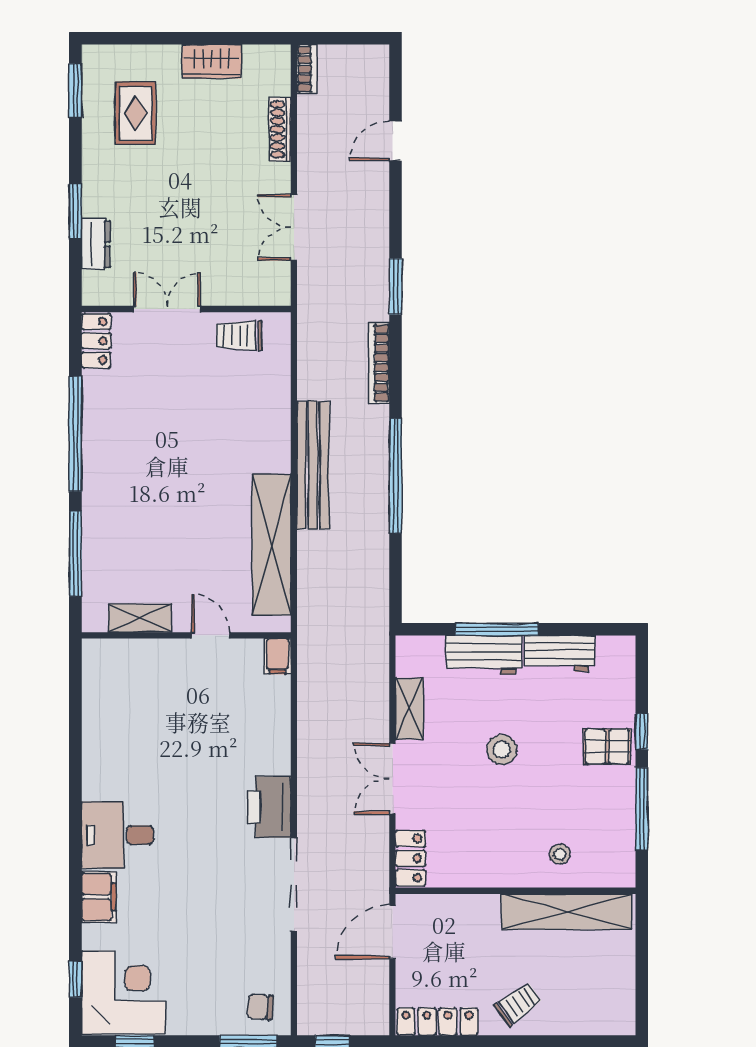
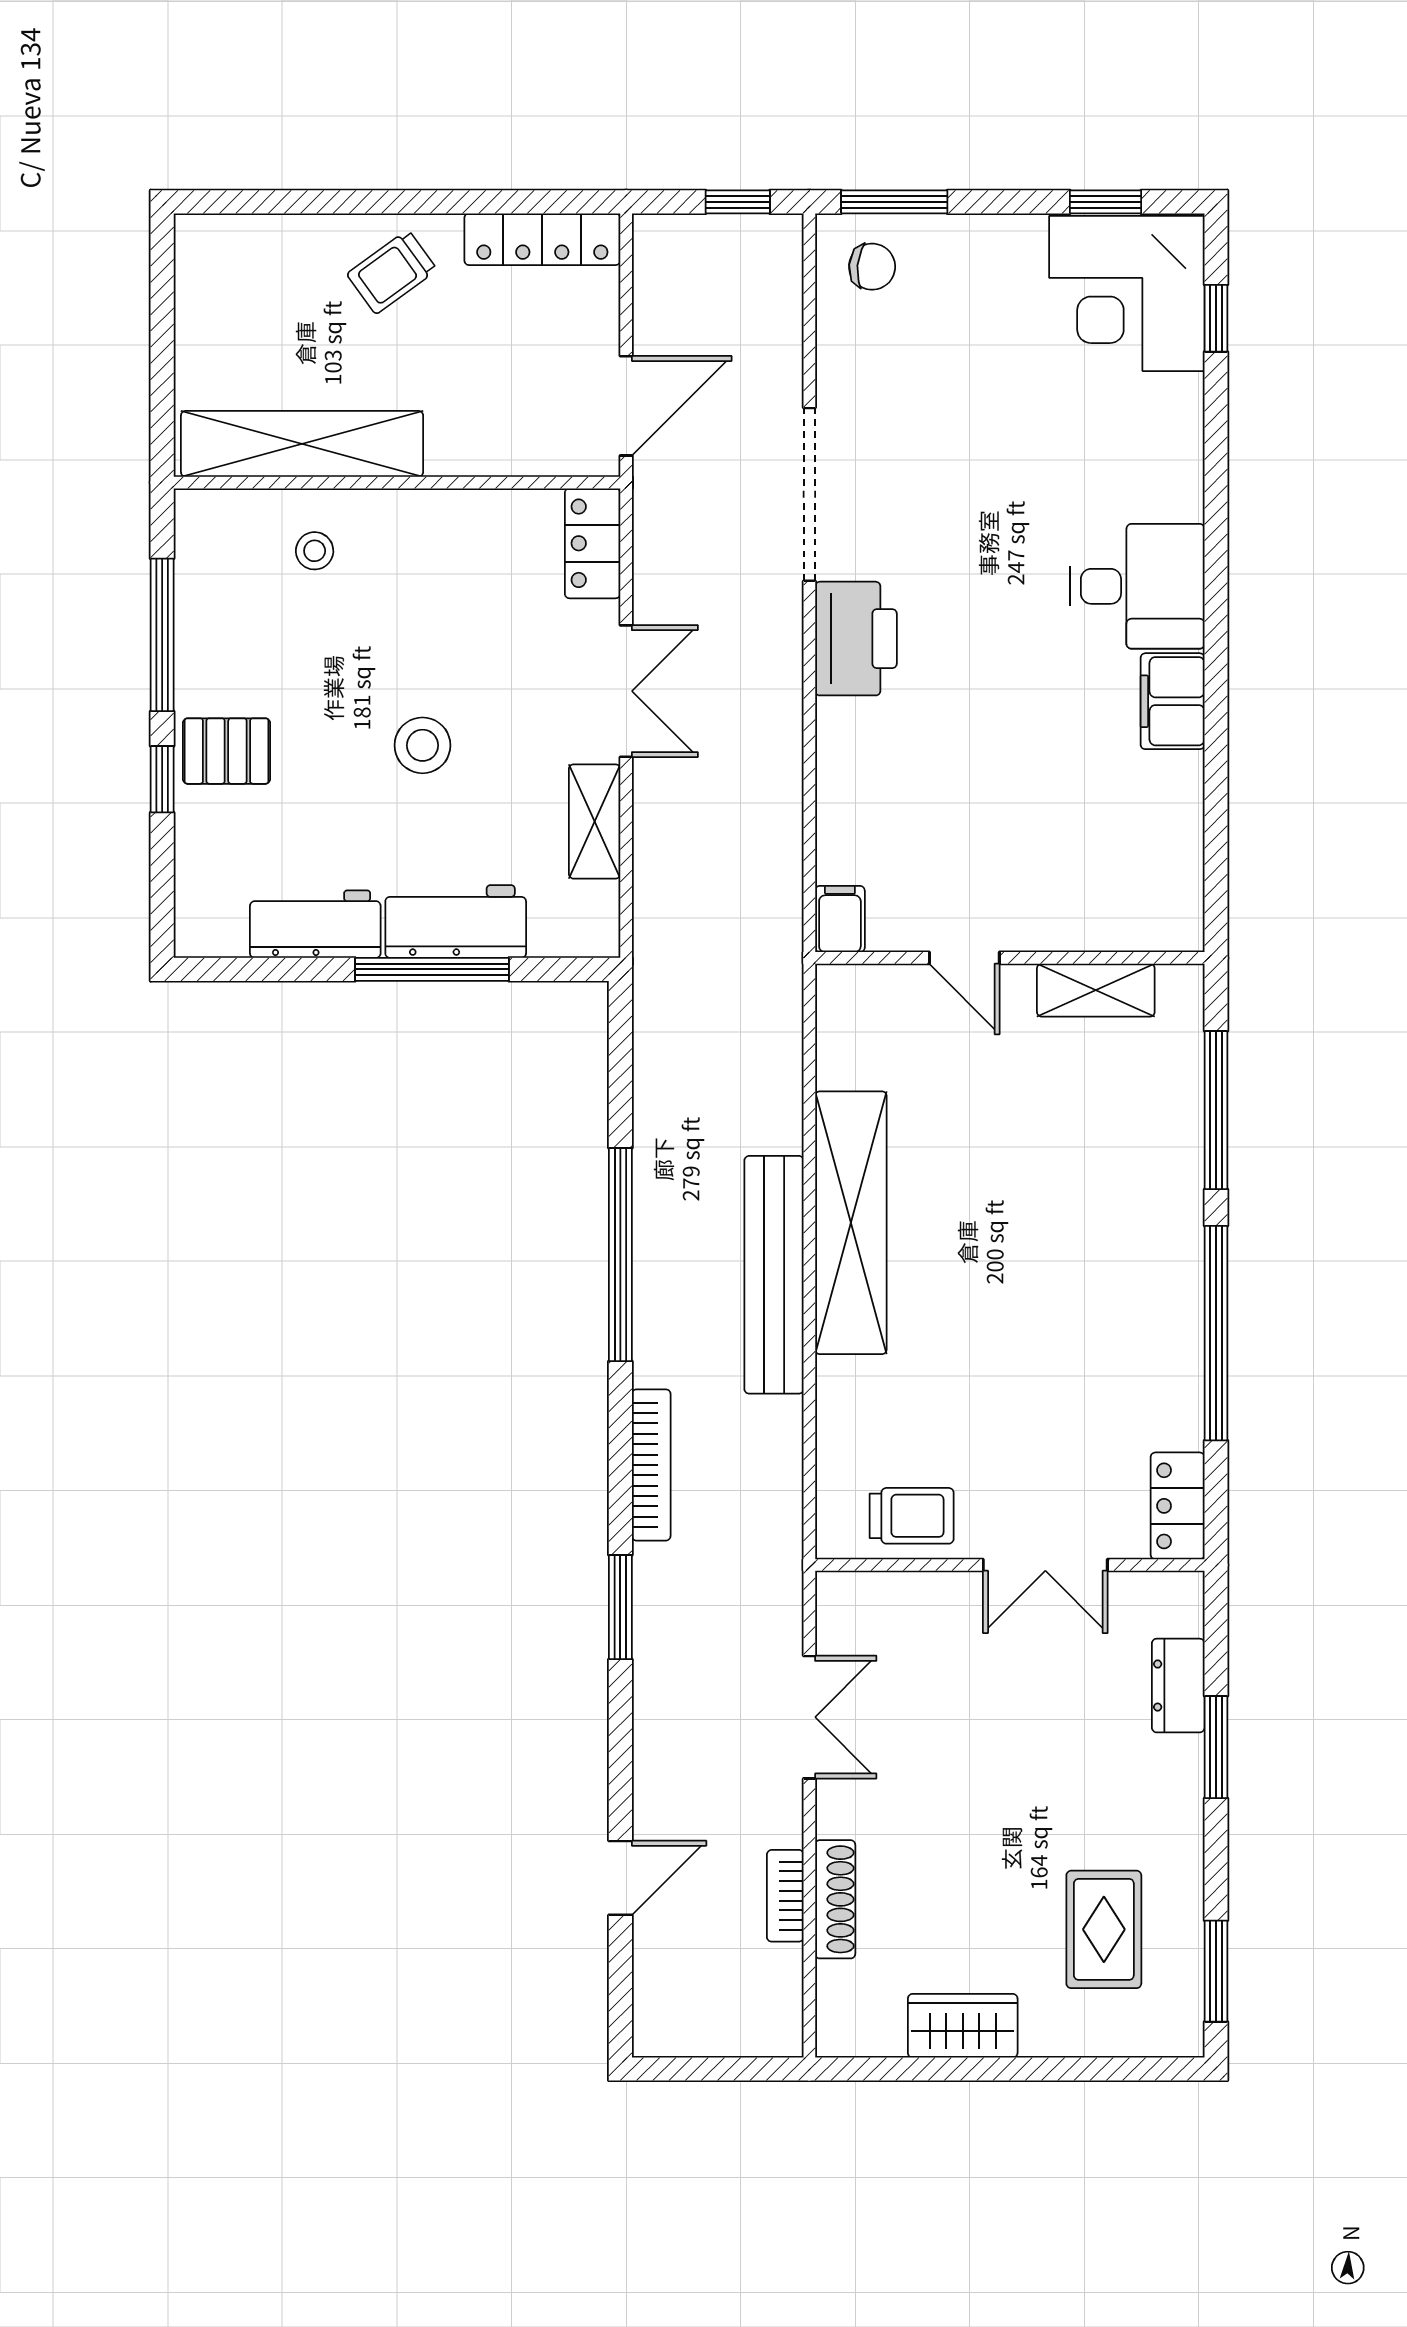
bookcase: (307, 69) -> (785, 1896), moved
shelving: (272, 545) -> (851, 1223), moved
filing cabinet: (99, 897) -> (1173, 701), moved

